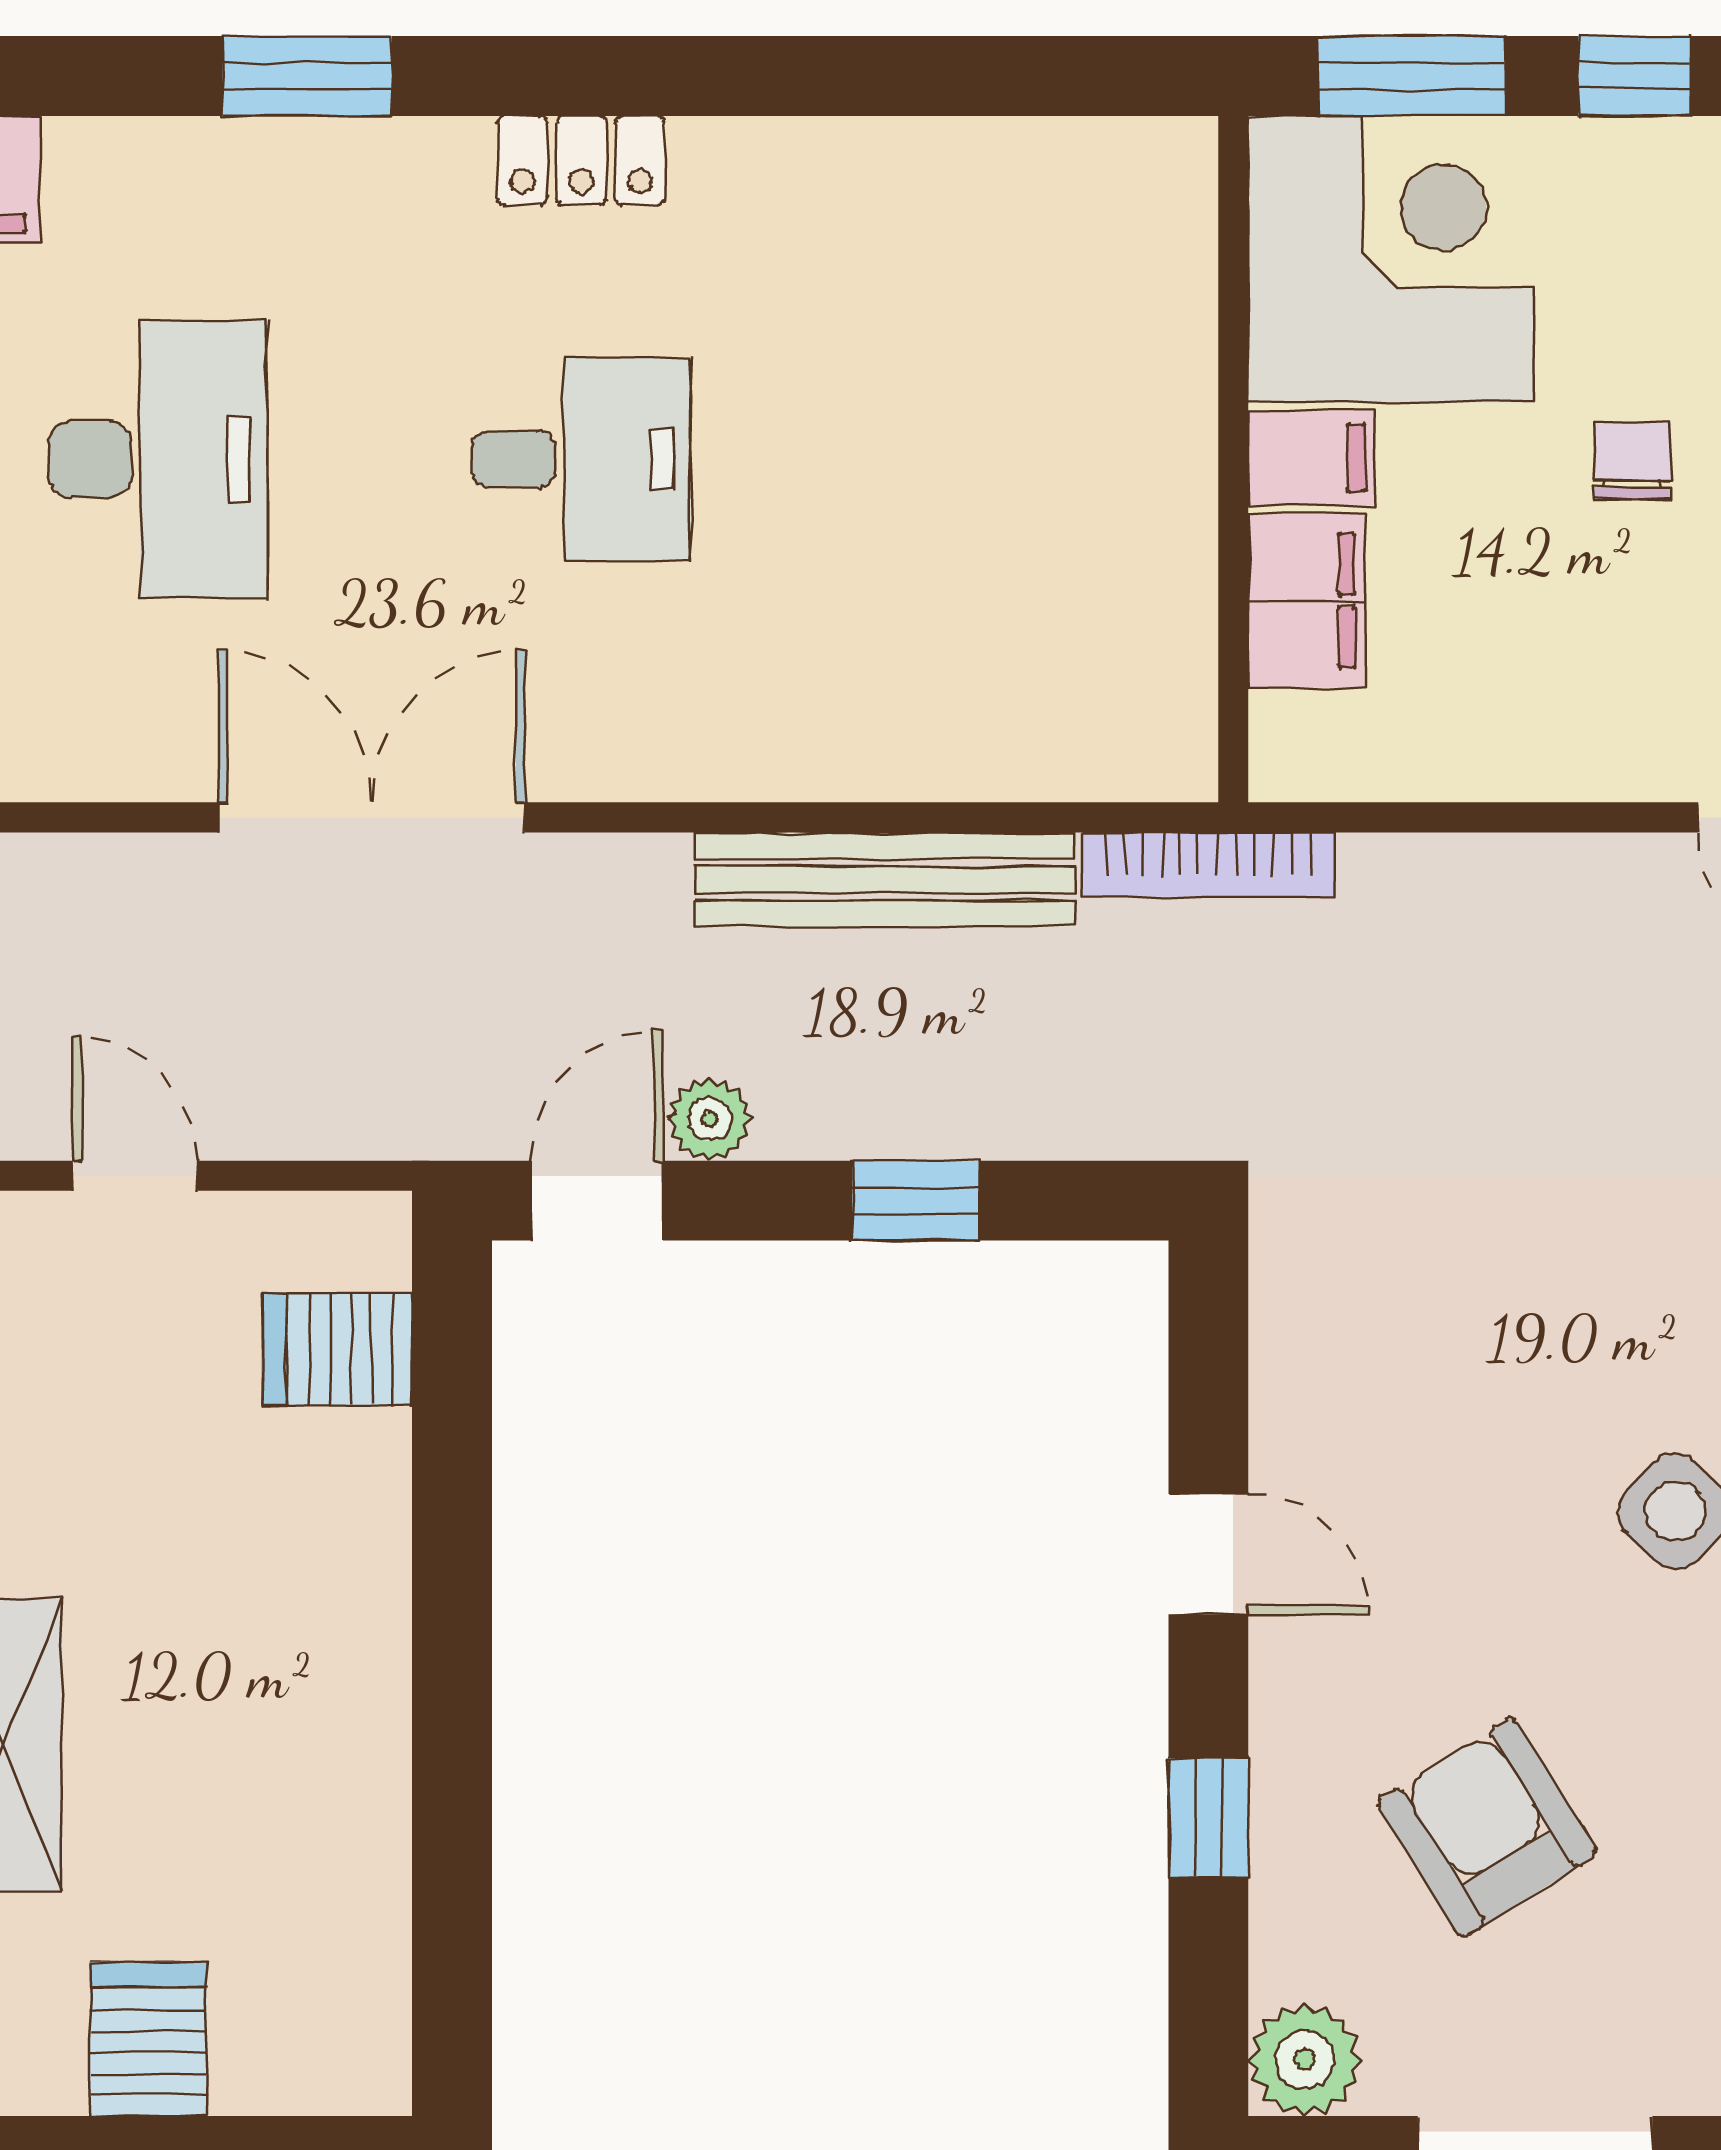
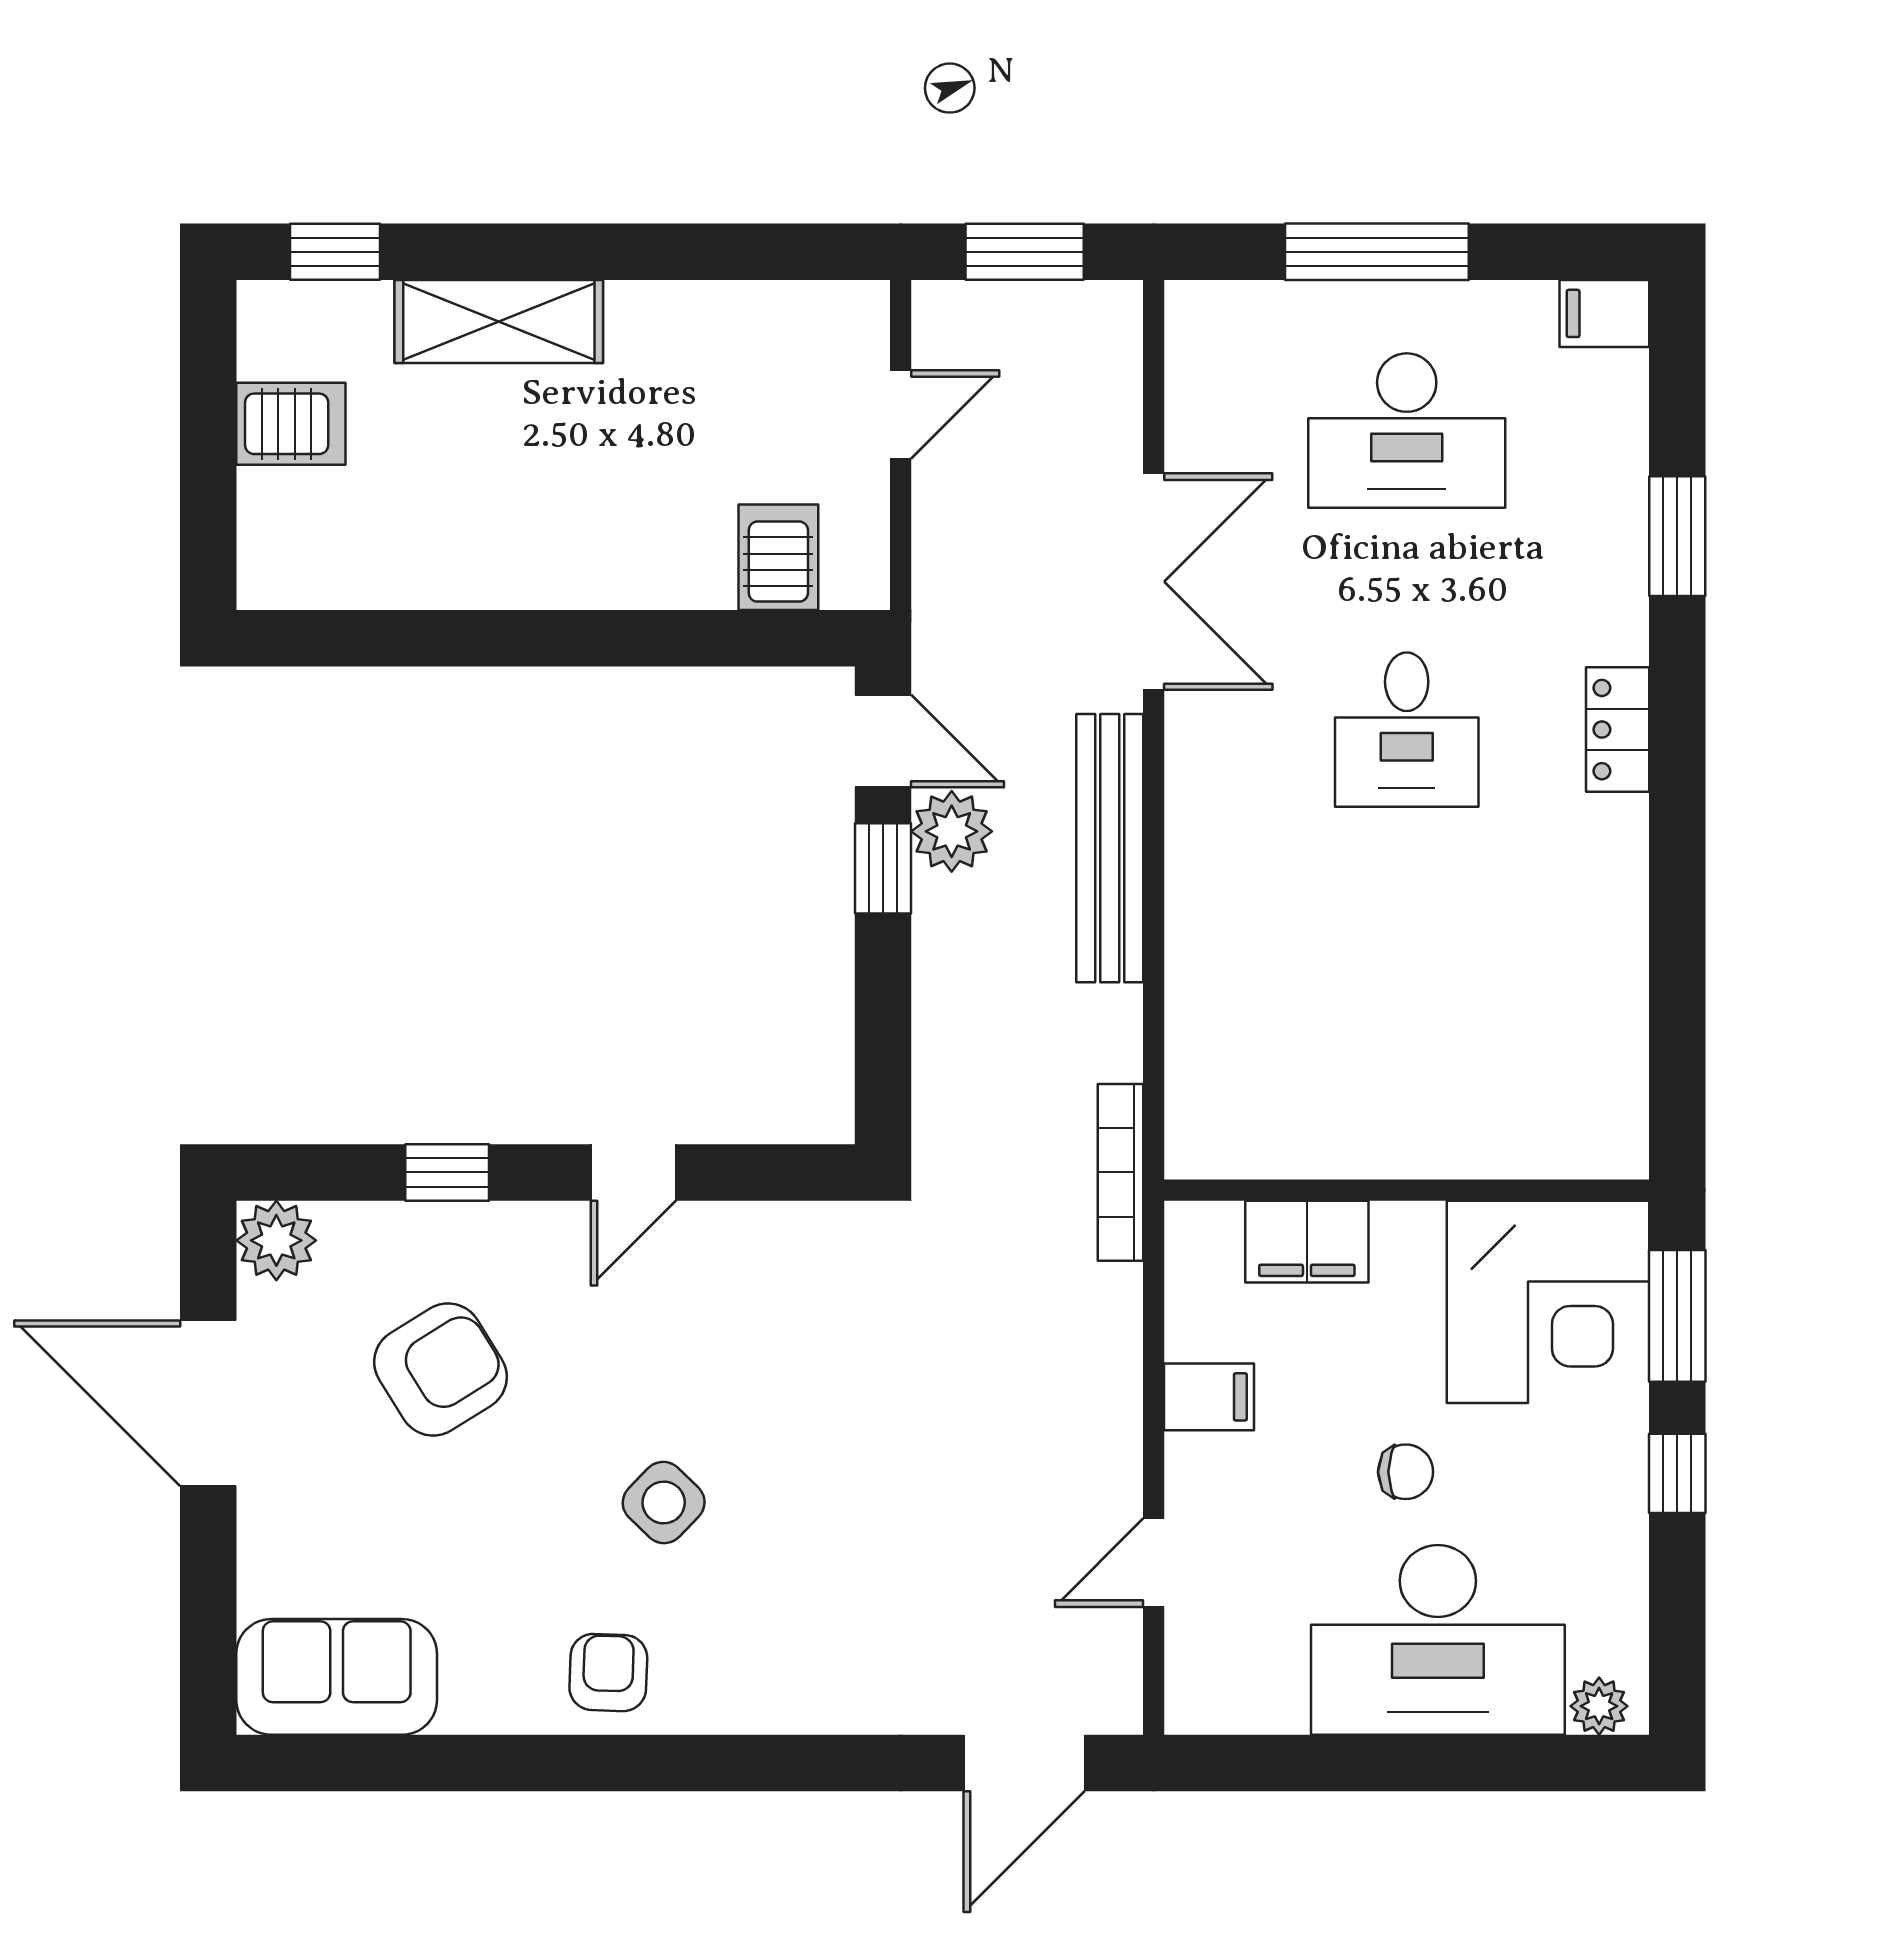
filing cabinet: (1312, 458) -> (1209, 1397), moved, turned -90
bench: (885, 880) -> (1110, 848), moved
plant: (710, 1119) -> (952, 831), width x1.38, depth x1.38
window: (916, 1201) -> (883, 868), moved

